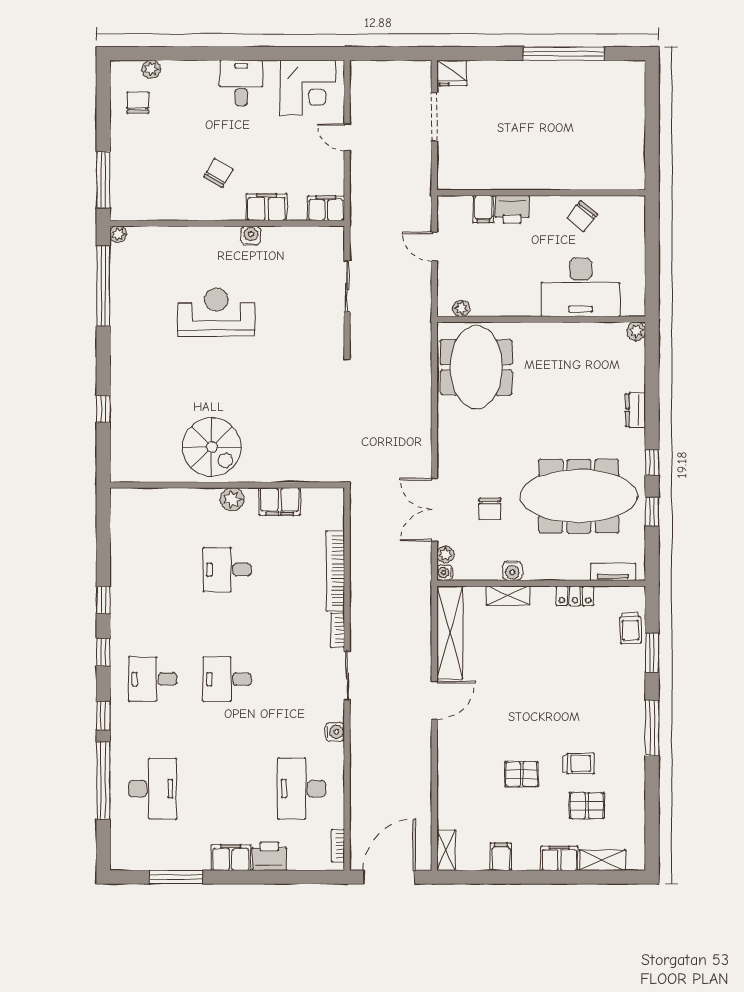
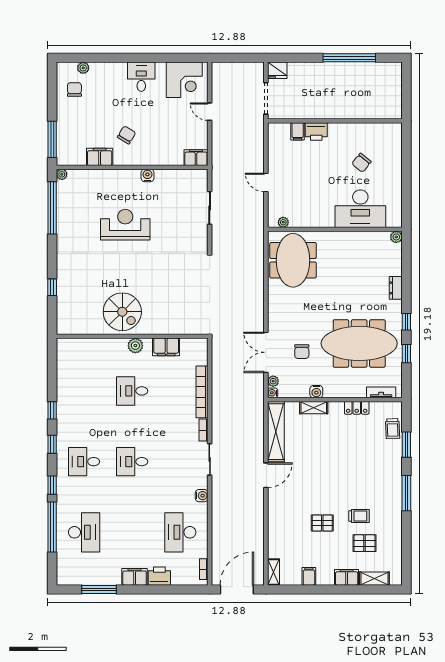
wall: (541, 193) -> (335, 121), moved
filing cabinet: (267, 207) -> (100, 157), moved
filing cabinet: (483, 209) -> (298, 131), moved
printer: (512, 209) -> (316, 132), moved

